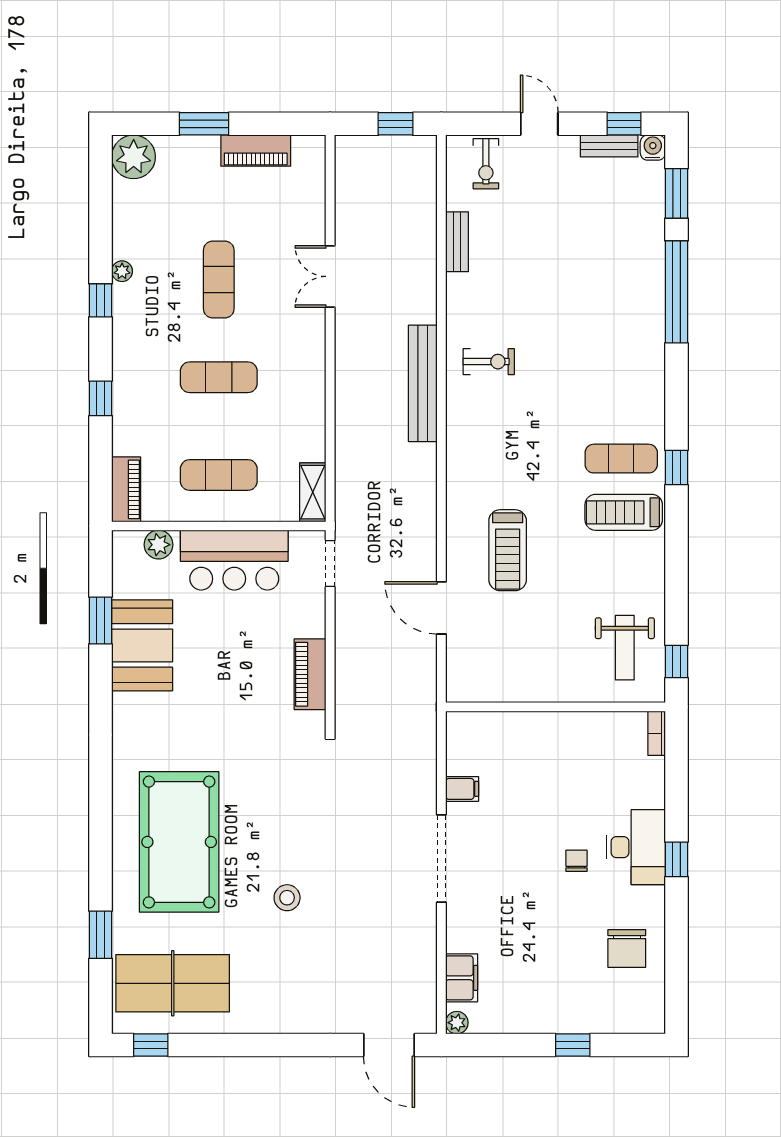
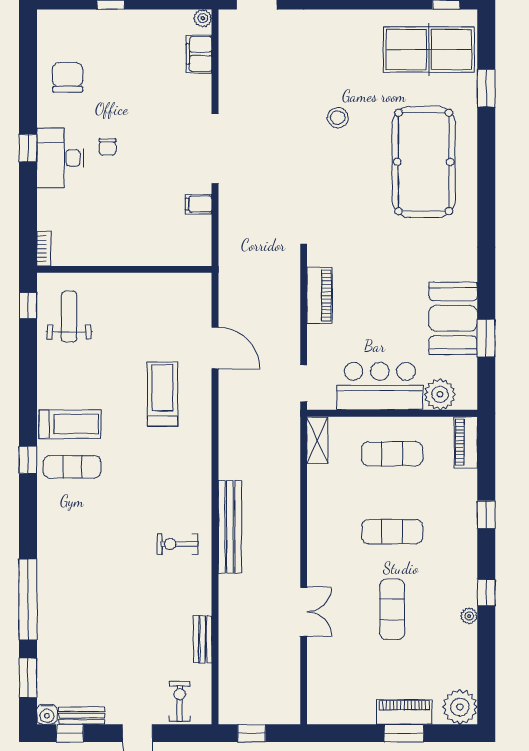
piano: (256, 151) -> (404, 712), moved
plant: (159, 545) -> (440, 394), width x1.36, depth x1.36

